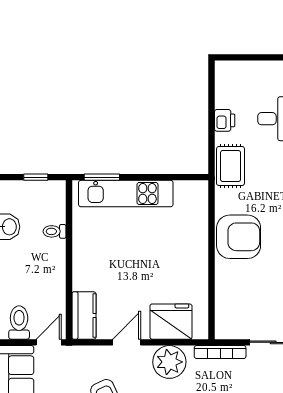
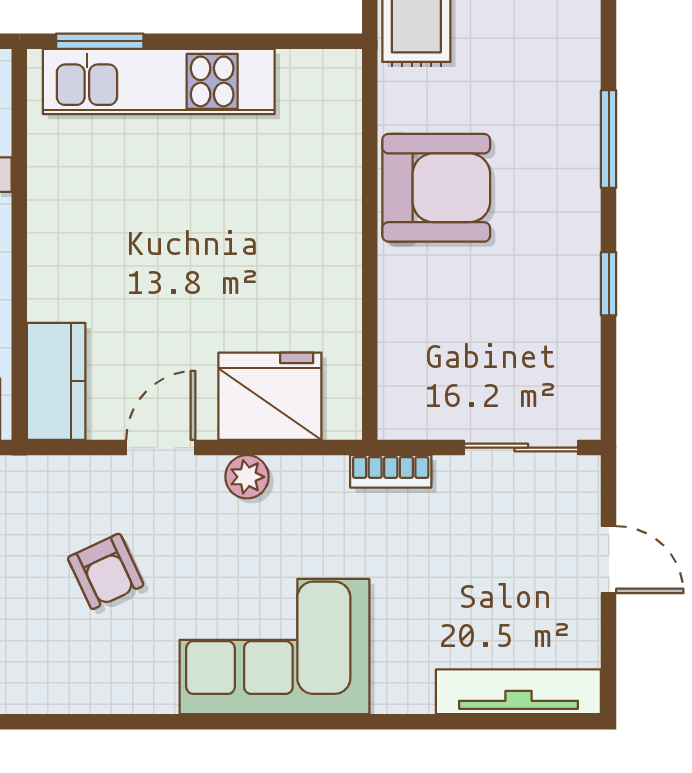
bookcase: (220, 352) -> (391, 471), width x0.64
plant: (169, 362) -> (247, 477), width x0.53, depth x0.53

